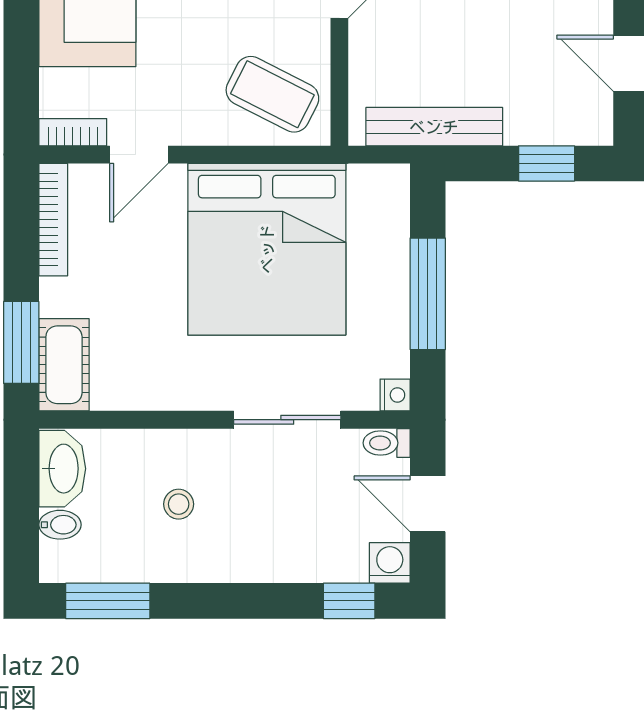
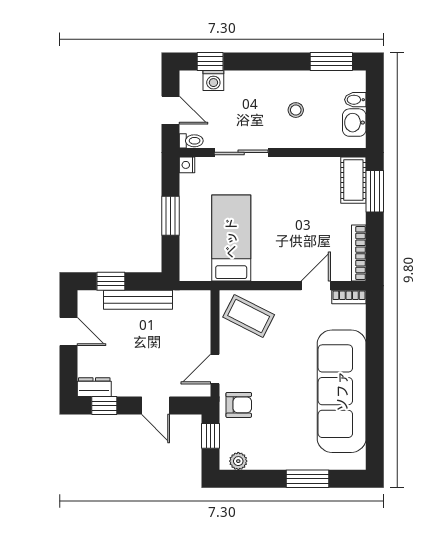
bench: (434, 127) -> (138, 300), moved
bed: (267, 249) -> (231, 238), width x0.49
window: (428, 294) -> (171, 216), width x0.69
washbasin: (62, 469) -> (354, 123), width x0.72
washing machine: (390, 563) -> (213, 81), moved

